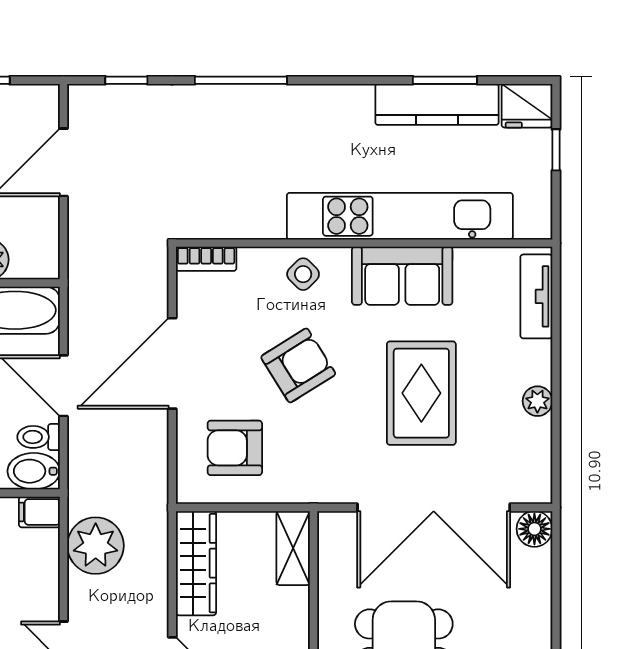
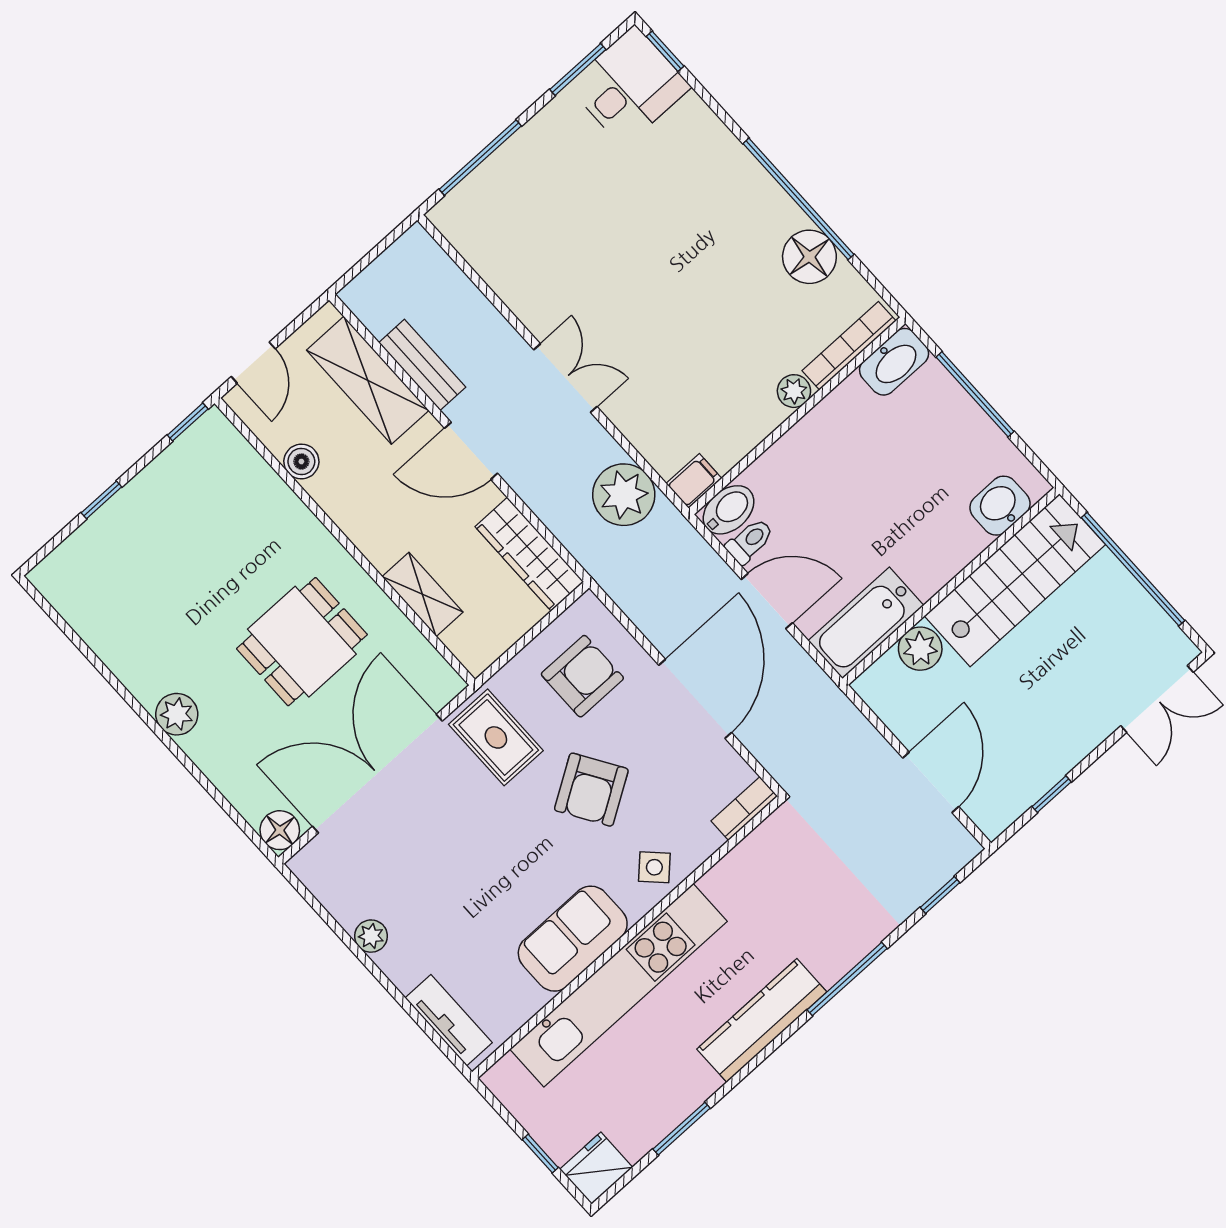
kitchen counter: (437, 104) -> (762, 1020), moved
rug: (421, 393) -> (496, 737), moved, width x0.73, depth x0.70
shelving: (293, 548) -> (422, 594), moved

